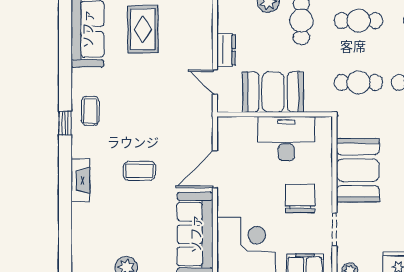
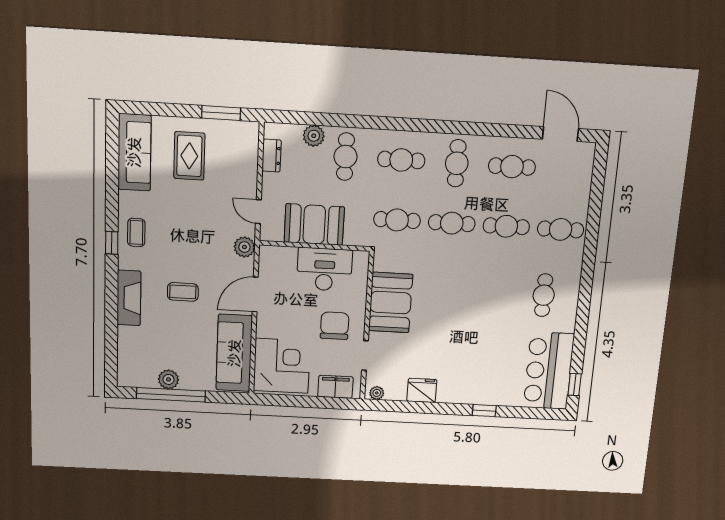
dresser: (226, 50) -> (272, 156), moved
plant: (202, 120) -> (244, 247), added
fireplace: (80, 180) -> (129, 298), width x1.37, depth x1.32

